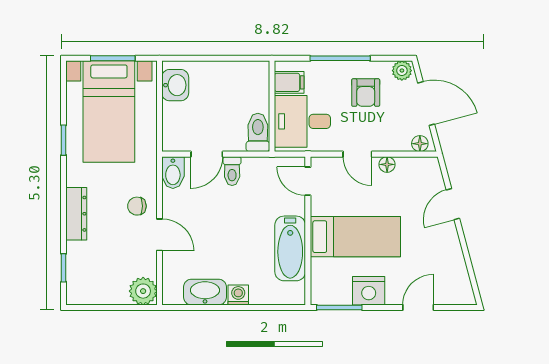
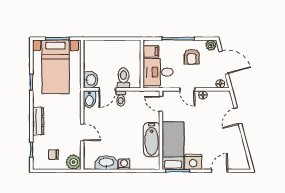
washbasin: (175, 85) -> (91, 80), moved
toilet: (258, 132) -> (123, 78), moved
chair: (137, 206) -> (53, 154), moved
bed: (355, 237) -> (173, 146), moved, turned -90

